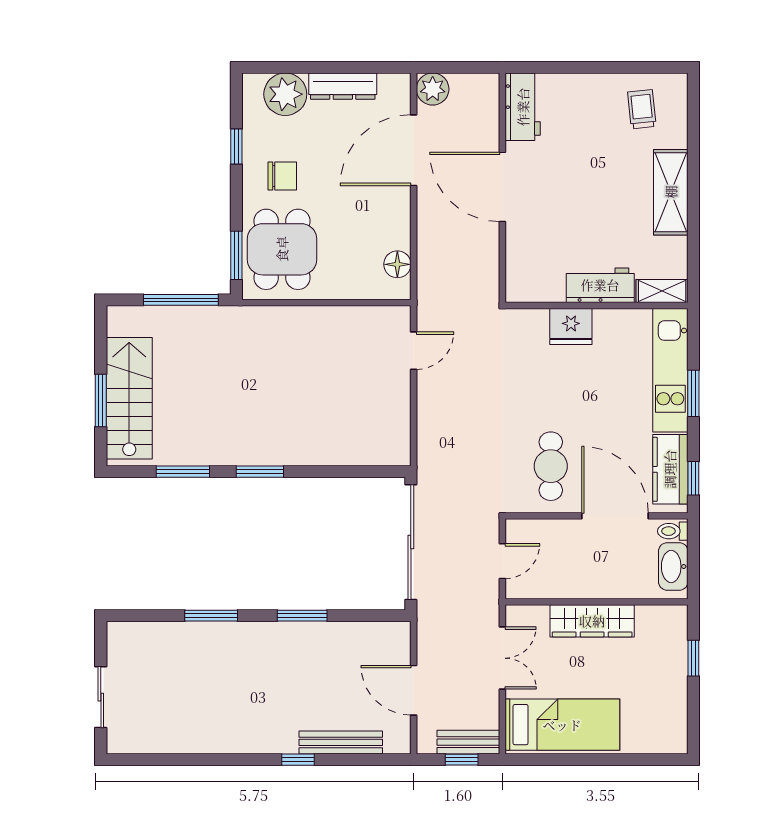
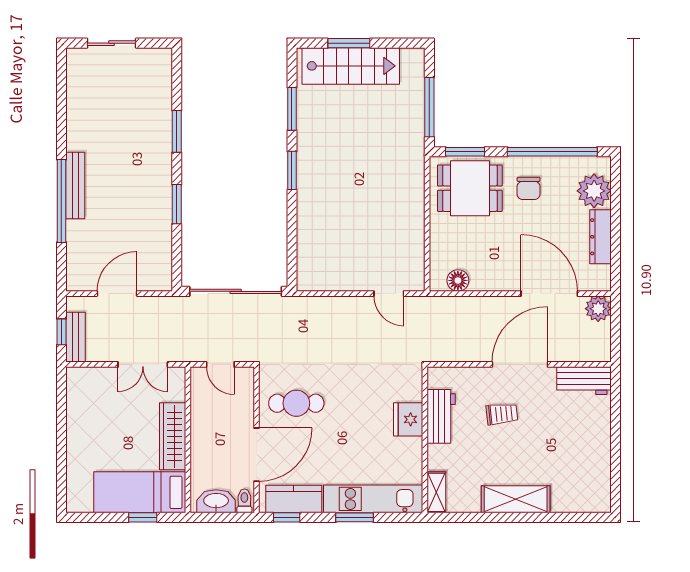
trolley: (642, 109) -> (502, 414), moved
window: (236, 146) -> (552, 152), width x3.17
workbench: (600, 285) -> (441, 416), moved
bed: (562, 725) -> (140, 492), moved, turned 90
bench: (341, 742) -> (75, 185), moved
window: (298, 760) -> (61, 201), width x3.17

